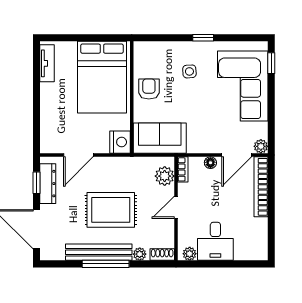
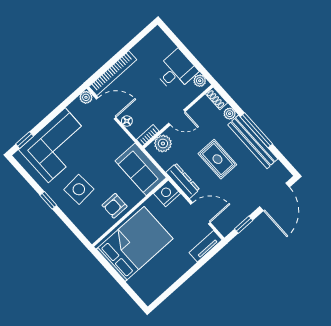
tv unit: (47, 63) -> (205, 246), moved
side table: (189, 71) -> (79, 189), width x1.87, depth x1.87
dresser: (48, 184) -> (183, 181), moved, turned 90
rug: (111, 210) -> (217, 159), width x0.73, depth x0.70

